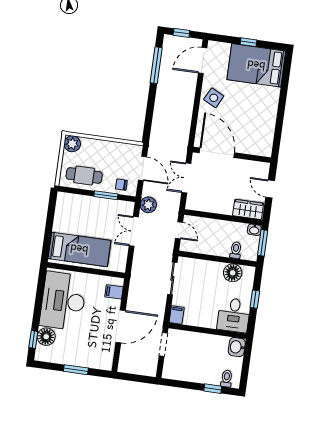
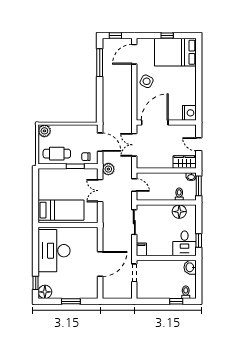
nightstand: (264, 146) -> (189, 113), added
door: (217, 153) -> (155, 123), hinge flipped
filing cabinet: (114, 292) -> (92, 238), removed
window: (255, 299) -> (199, 241), moved
floor lamp: (46, 337) -> (45, 292), moved

